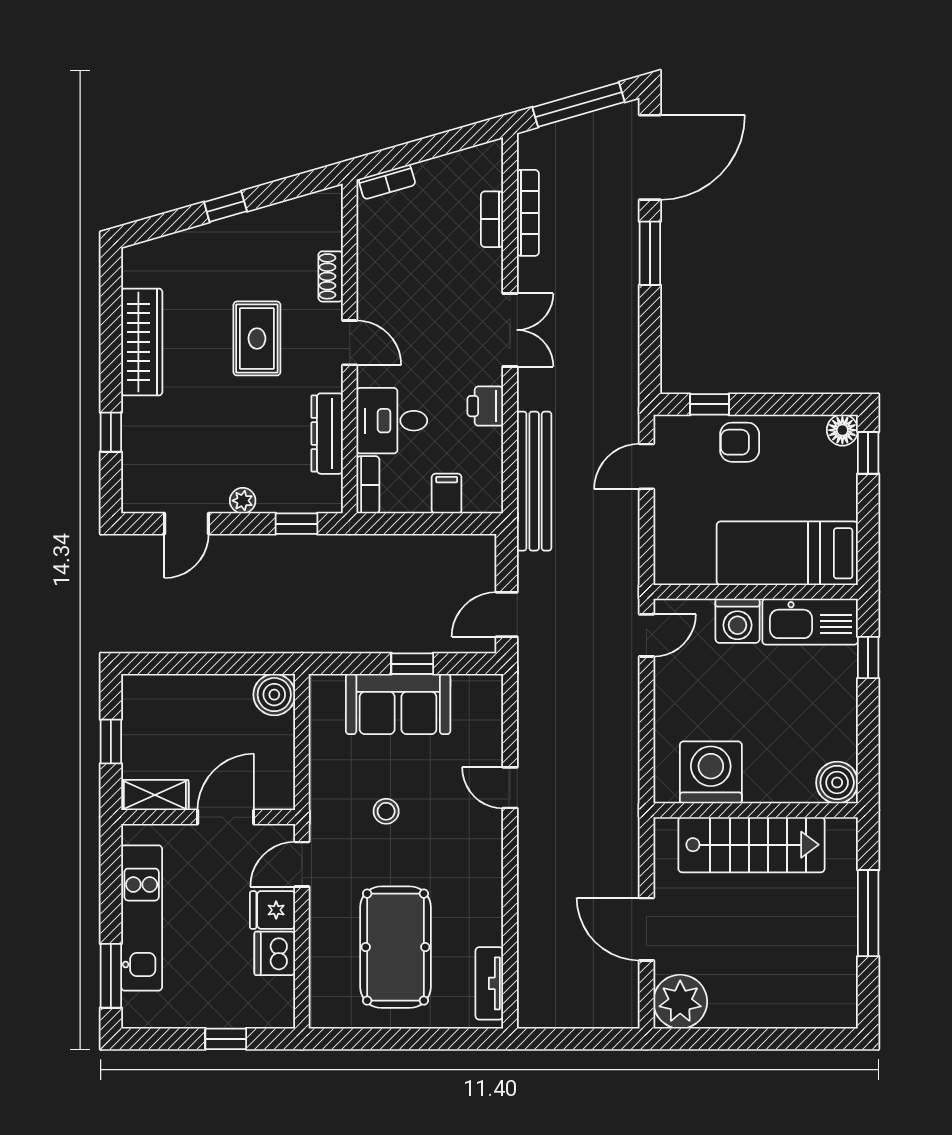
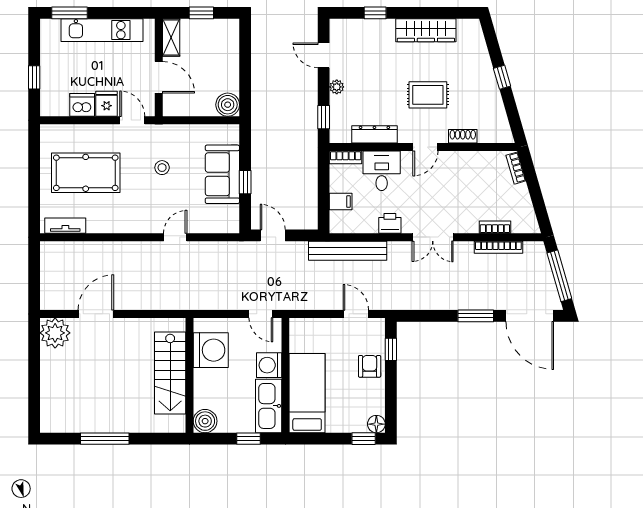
washing machine: (711, 772) -> (211, 350), moved
boiler: (837, 783) -> (205, 421), moved
wall: (756, 810) -> (189, 375), moved
stairs: (751, 845) -> (170, 373), moved

